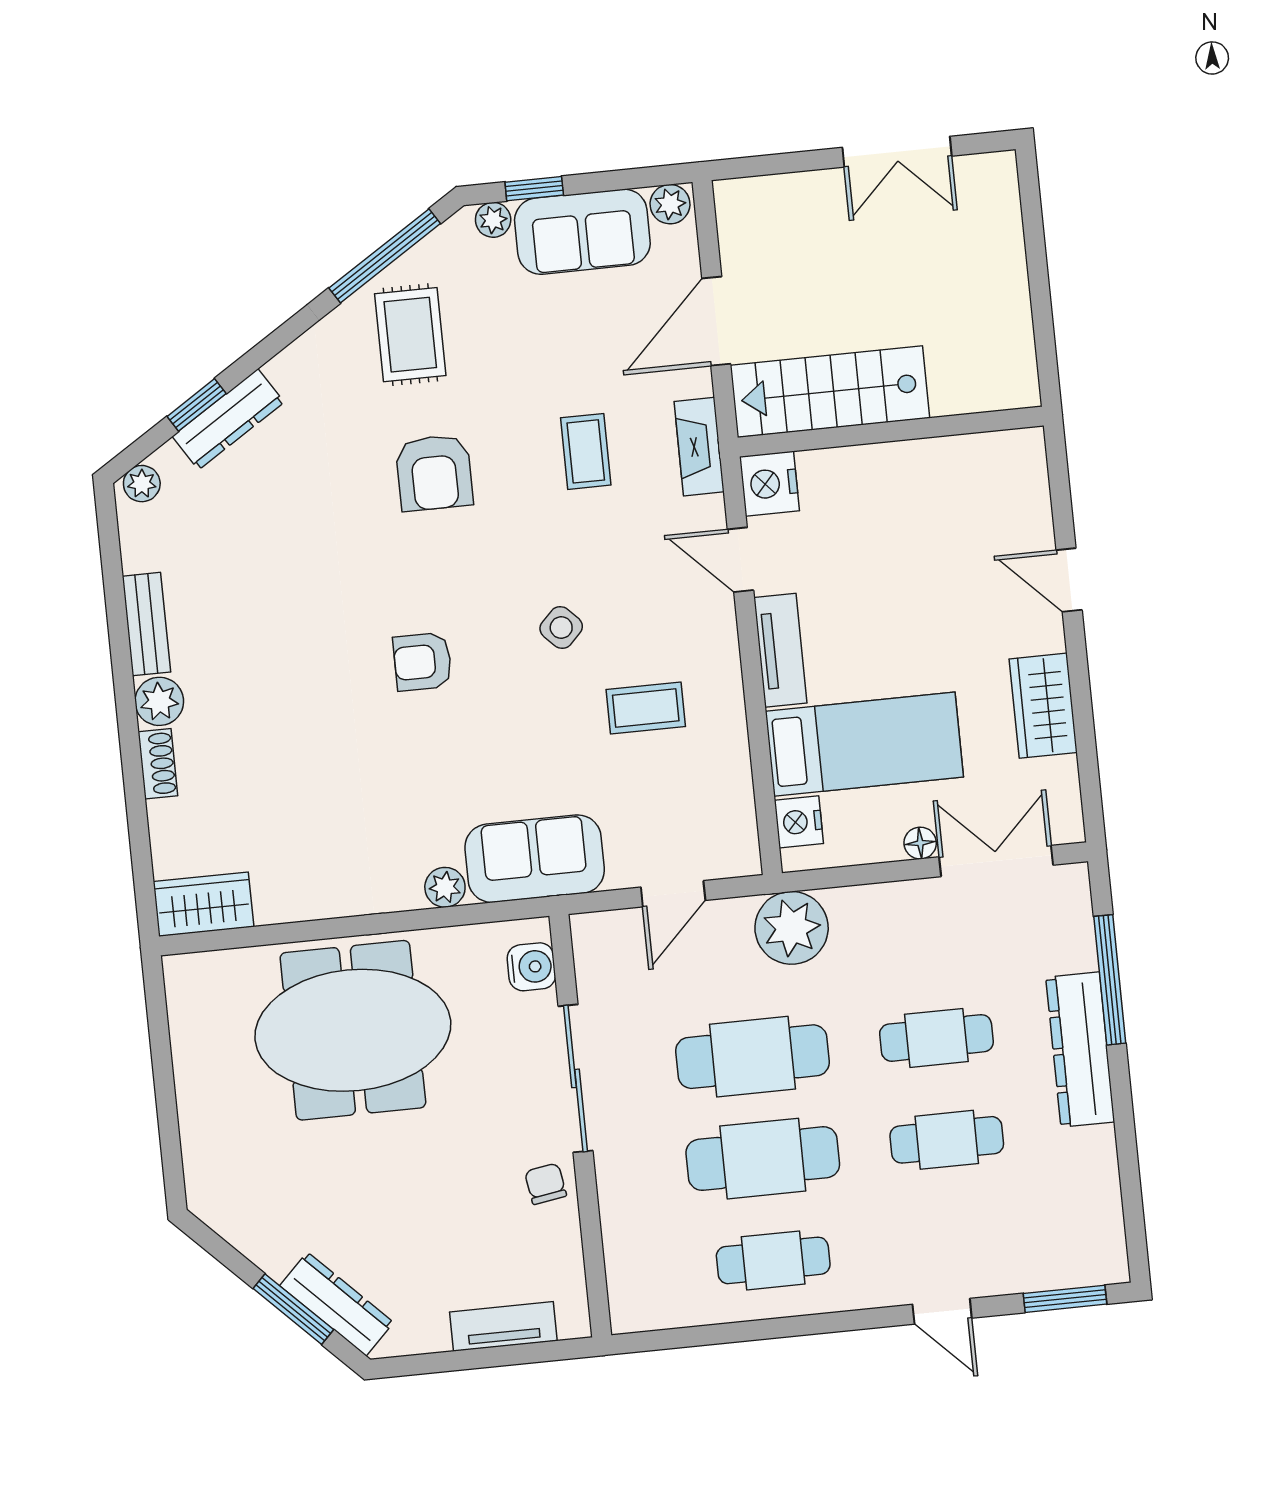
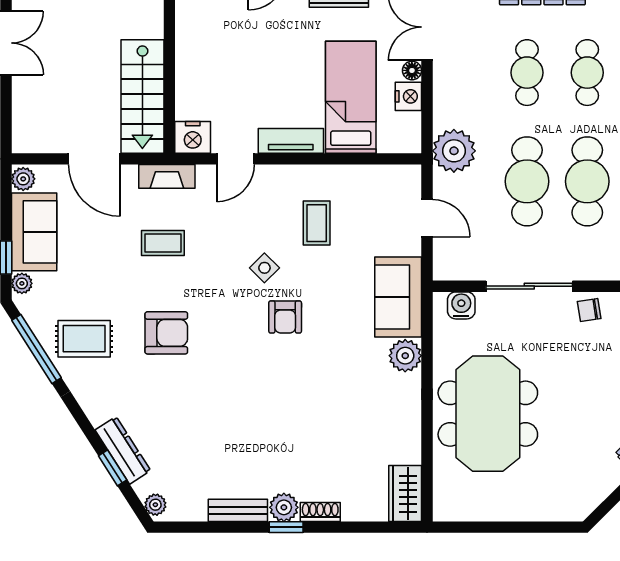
armchair: (422, 662) -> (285, 317), moved
window: (126, 709) -> (286, 527), added
nightstand: (799, 822) -> (408, 96), moved, turned -90
plant: (445, 887) -> (405, 356), width x1.38, depth x1.38

